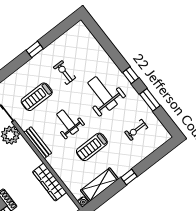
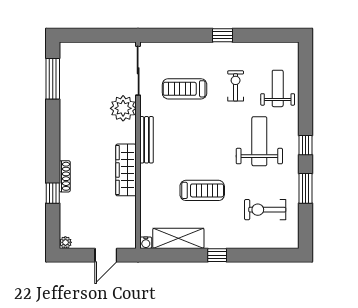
weight bench: (68, 122) -> (278, 88), moved
exercise bike: (136, 130) -> (265, 210), width x1.38, depth x1.39
treadmill: (92, 147) -> (202, 190), turned 180
wardrobe: (50, 182) -> (126, 170), moved

